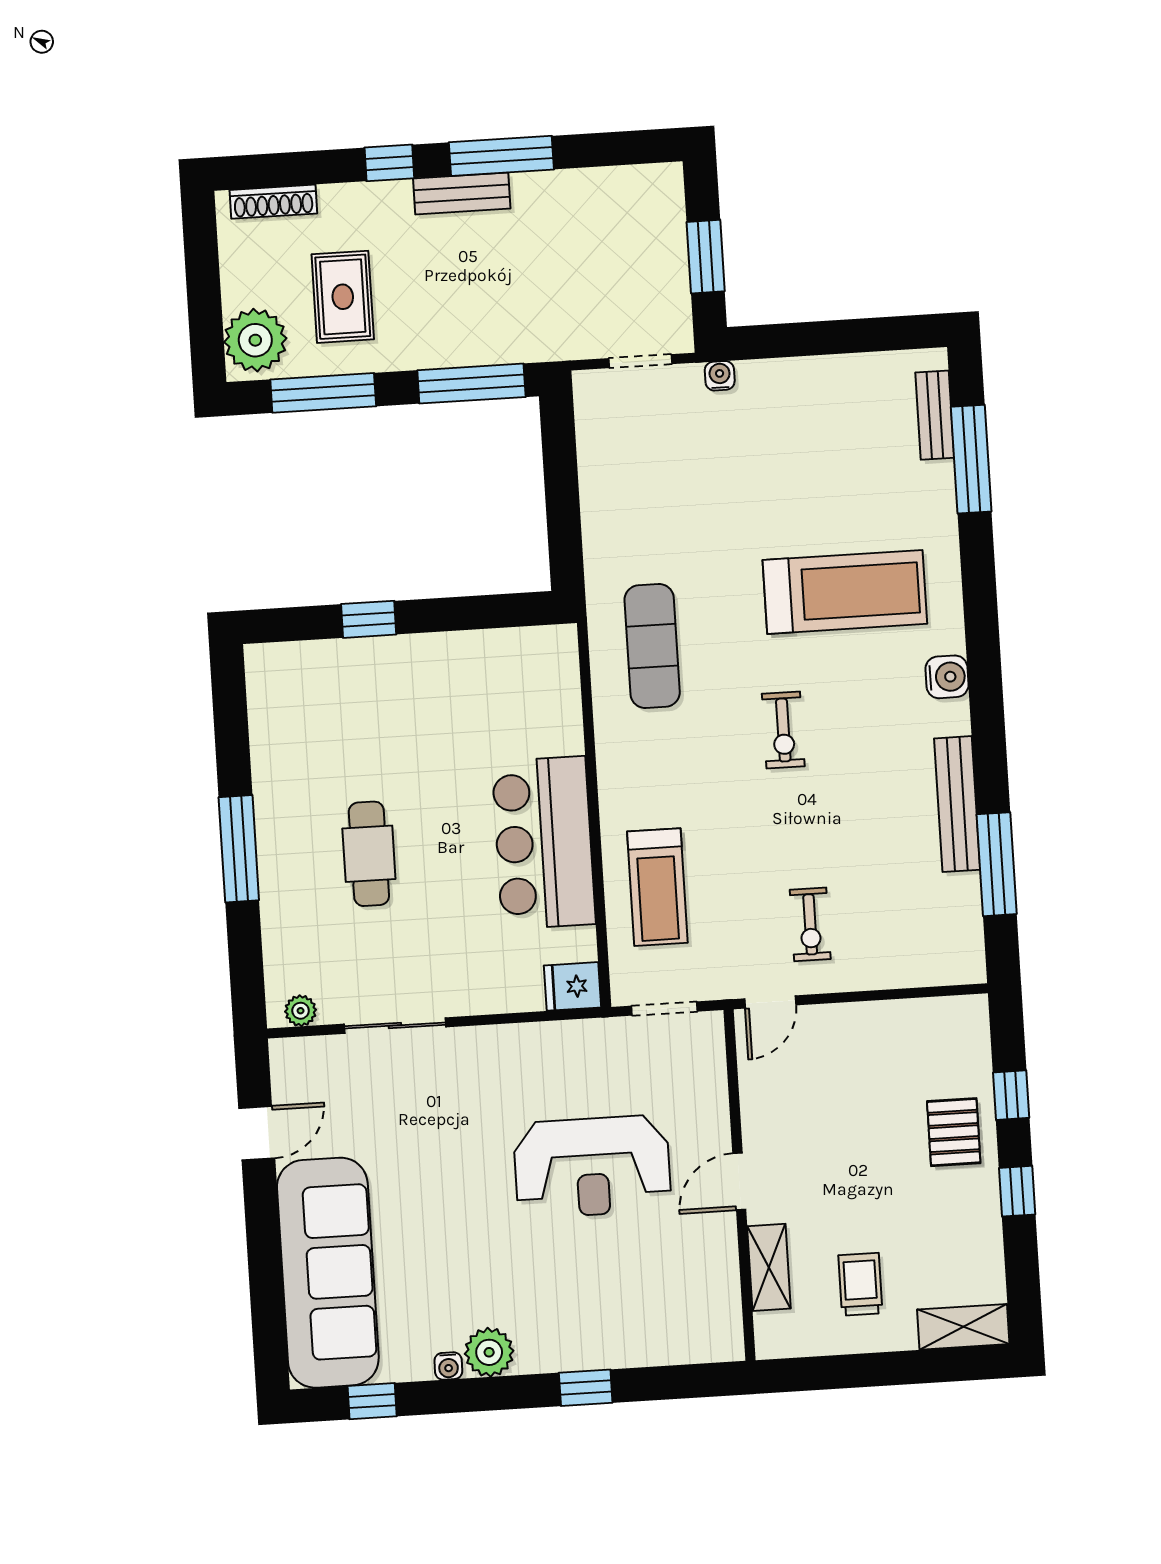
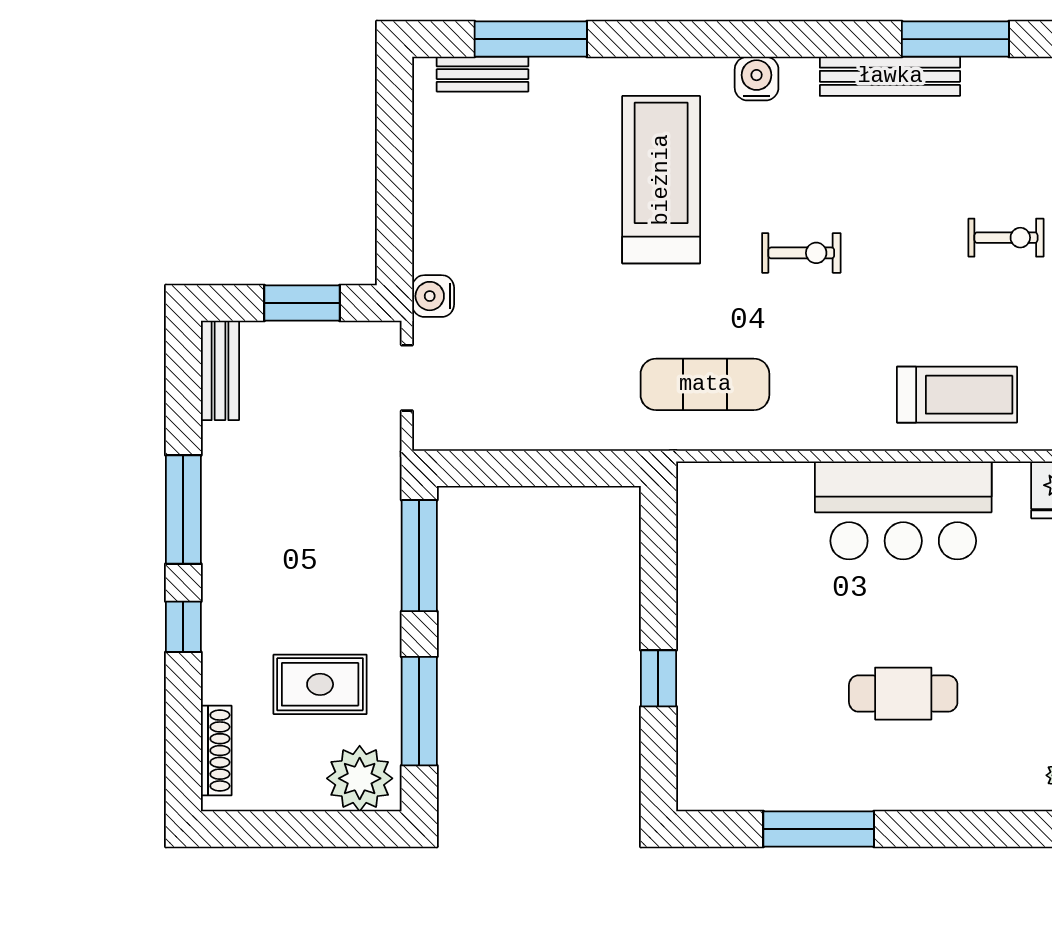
bench: (462, 193) -> (220, 370), moved
water cooler: (720, 376) -> (433, 296), width x1.38, depth x1.38
window: (239, 849) -> (819, 829), moved

